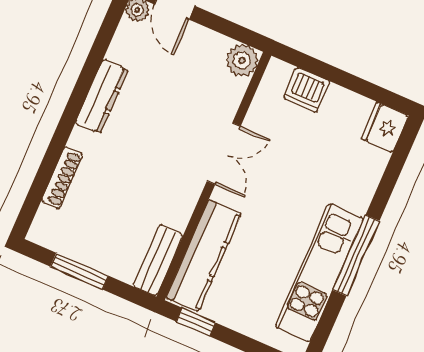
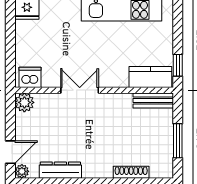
dishwasher: (307, 90) -> (30, 77), moved, turned -90
dresser: (102, 96) -> (60, 170), moved
kitchen counter: (204, 256) -> (150, 77), width x0.67

